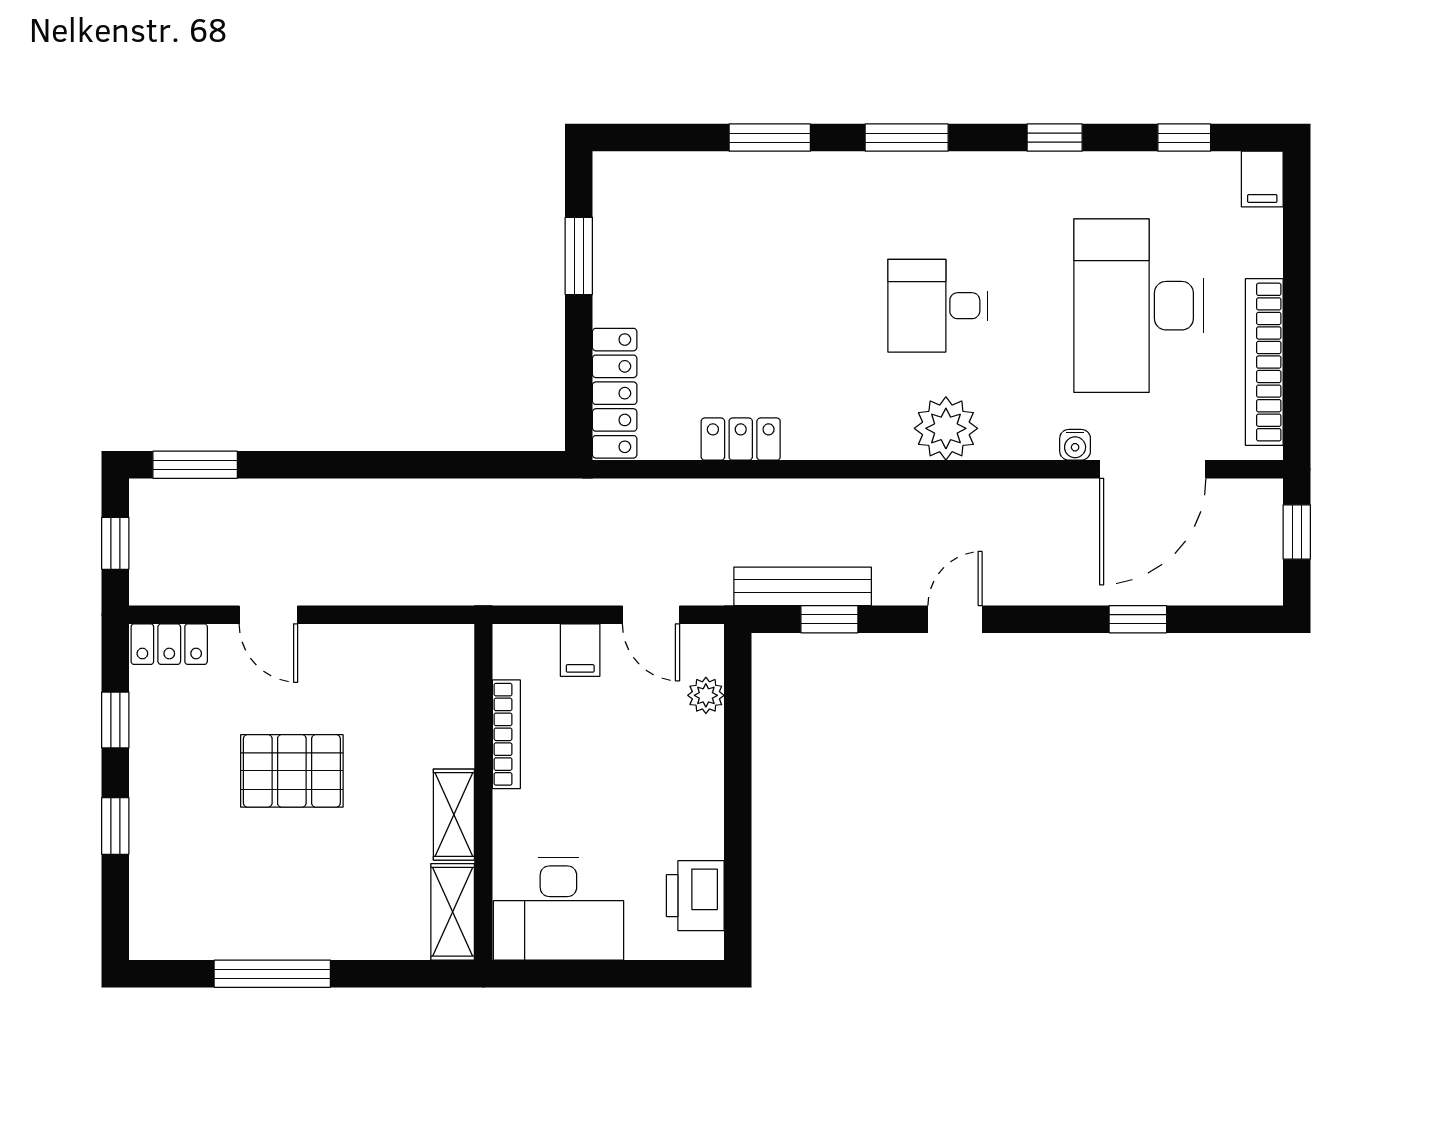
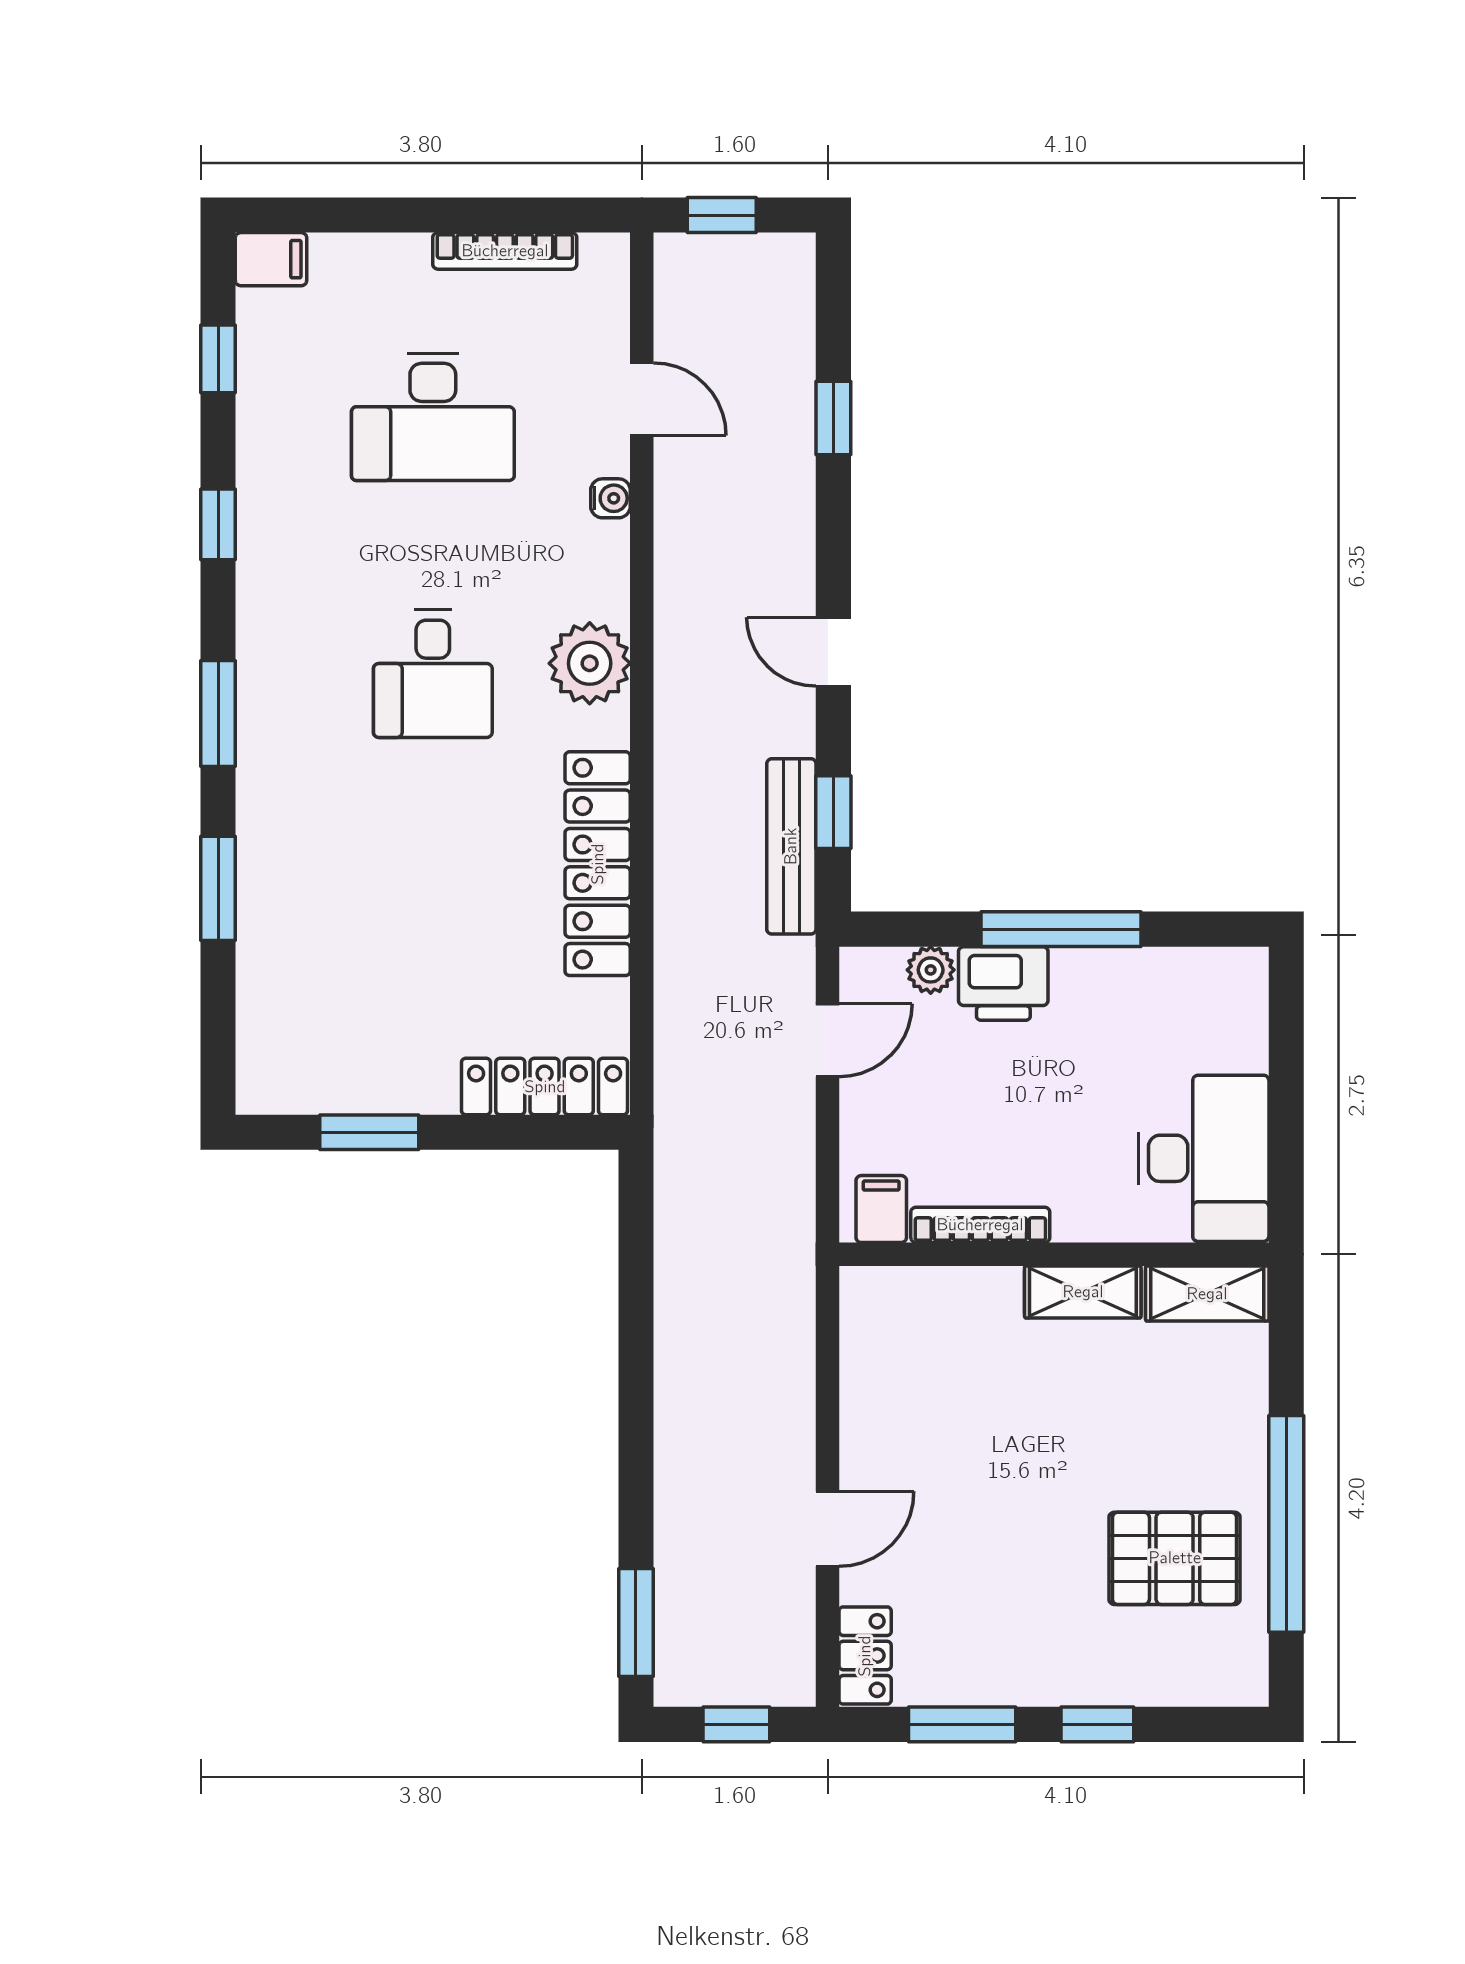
desk: (1139, 306) -> (433, 417), width x0.73, depth x0.77
bookcase: (1264, 362) -> (505, 251), width x0.68, depth x0.76
locker: (741, 439) -> (598, 864), width x2.16, depth x1.21
door: (1153, 469) -> (642, 399), width x0.53
filing cabinet: (580, 650) -> (881, 1209), moved, turned -90
window: (115, 720) -> (962, 1724), width x1.50
pallet: (292, 771) -> (1175, 1558), moved, turned 90
window: (738, 797) -> (1061, 929), added
printer: (695, 896) -> (1003, 983), moved
window: (272, 974) -> (1286, 1524), width x1.46

